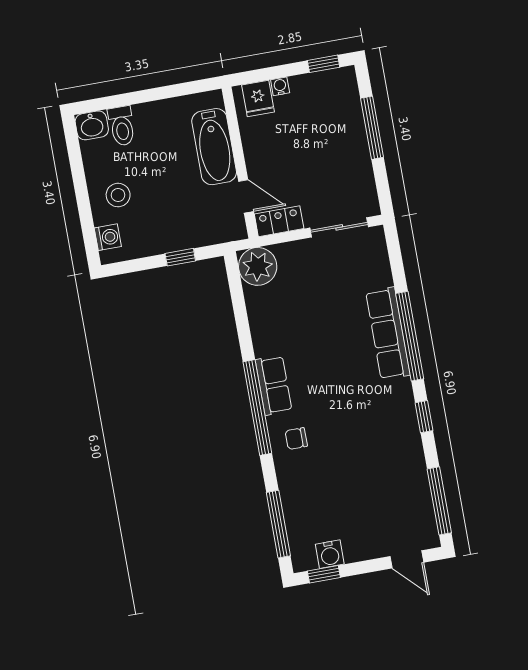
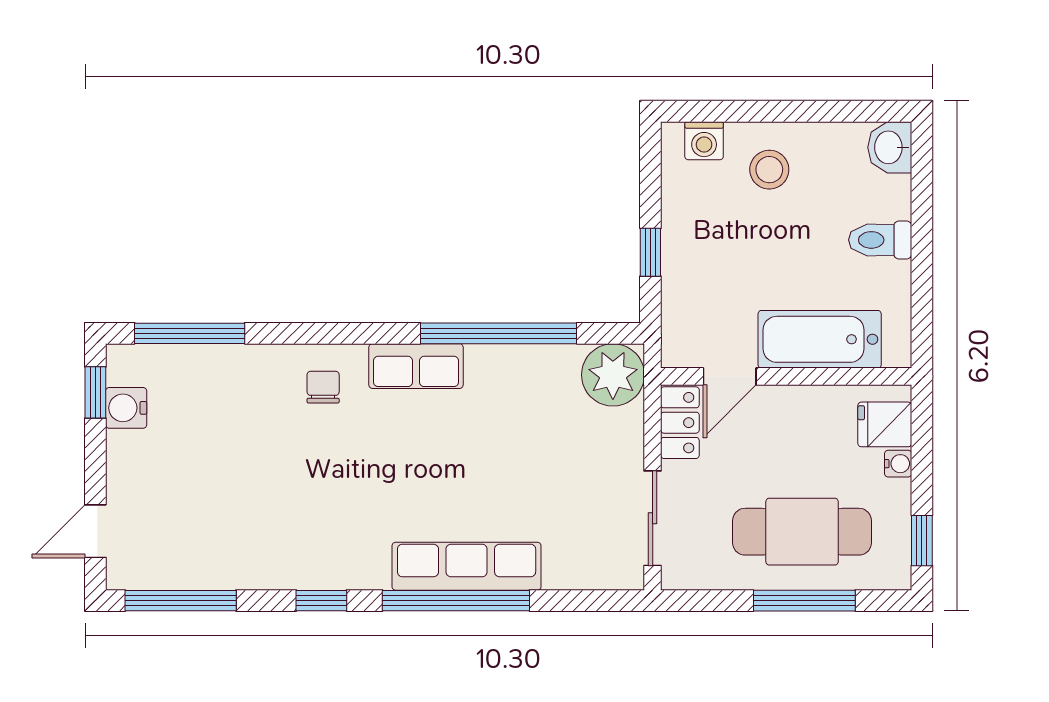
toilet: (122, 126) -> (880, 240), moved
cafe table: (331, 136) -> (802, 532), added
window: (257, 407) -> (498, 333), moved

